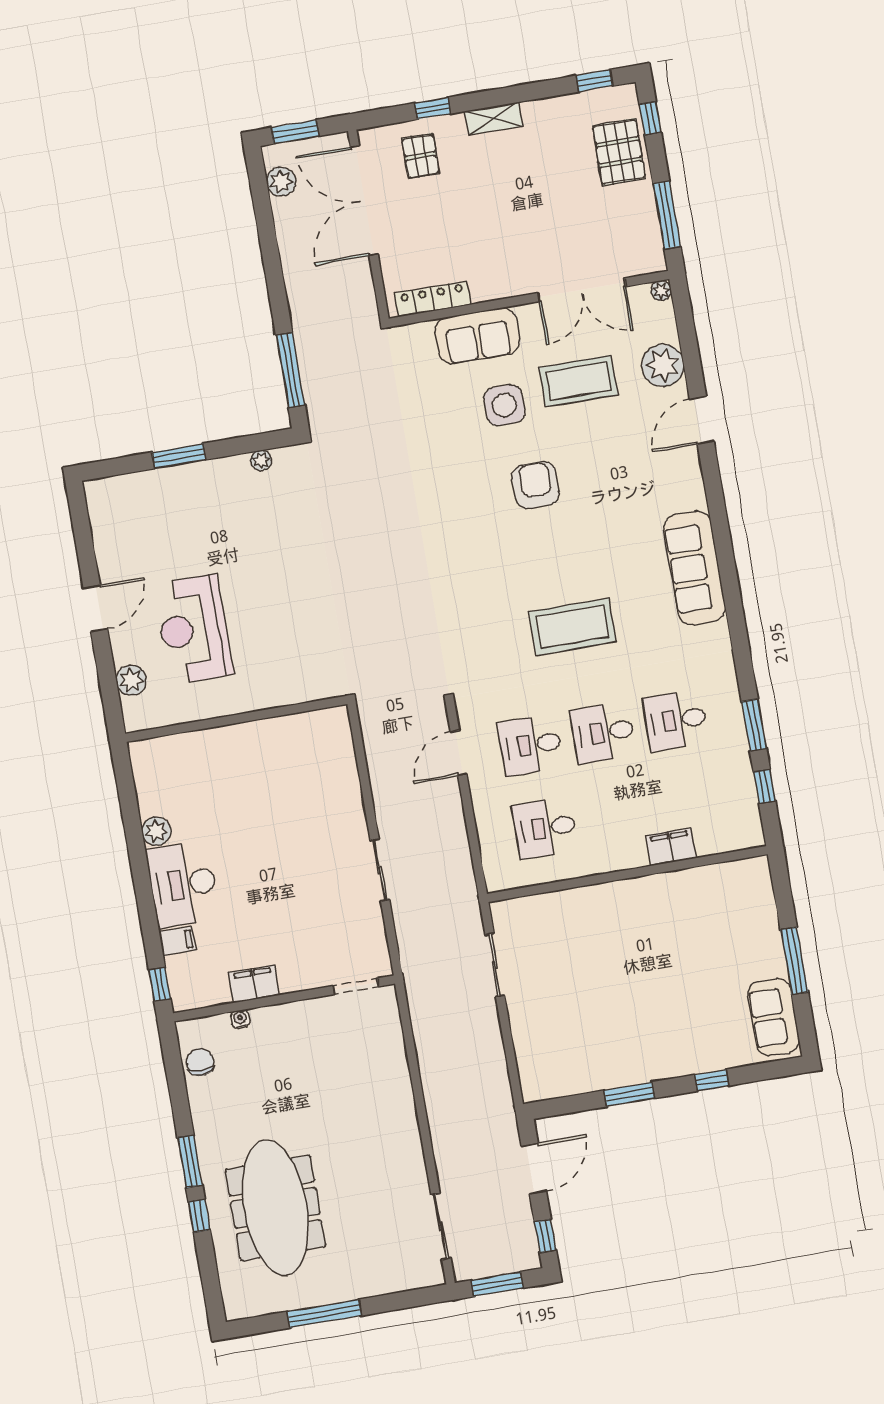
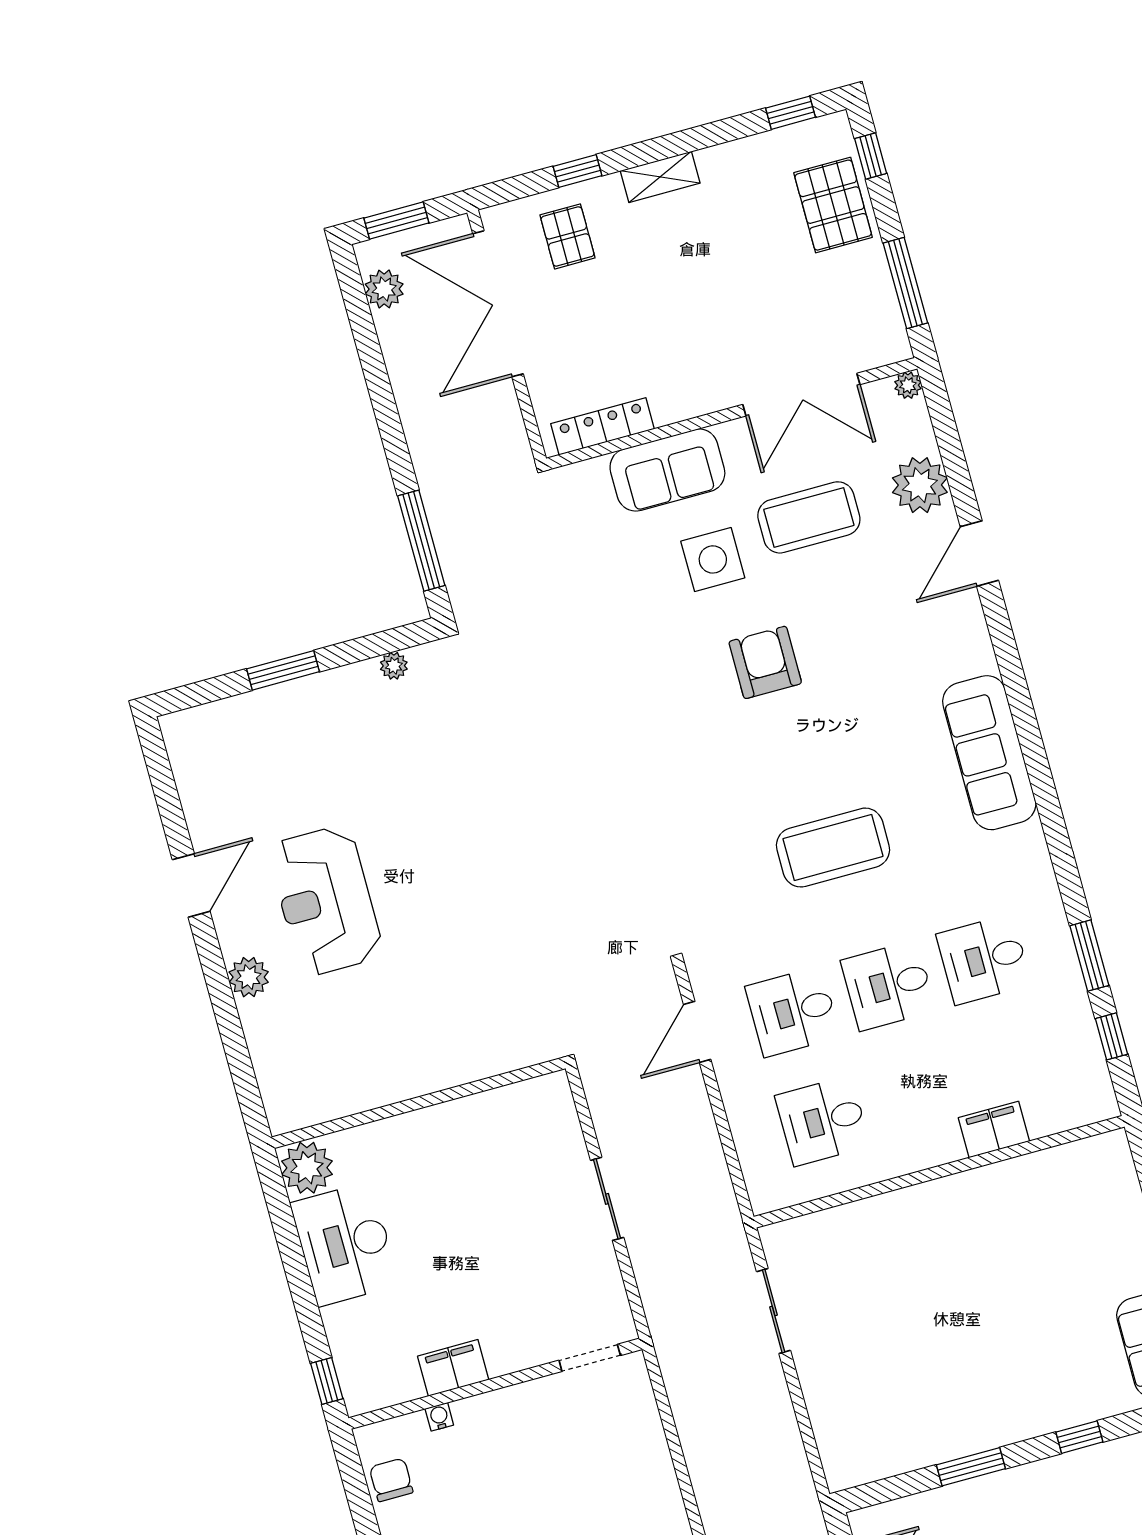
wall: (236, 719) -> (419, 1103), moved
plant: (156, 831) -> (307, 1168), width x1.36, depth x1.36
filing cabinet: (177, 941) -> (345, 1321), removed

